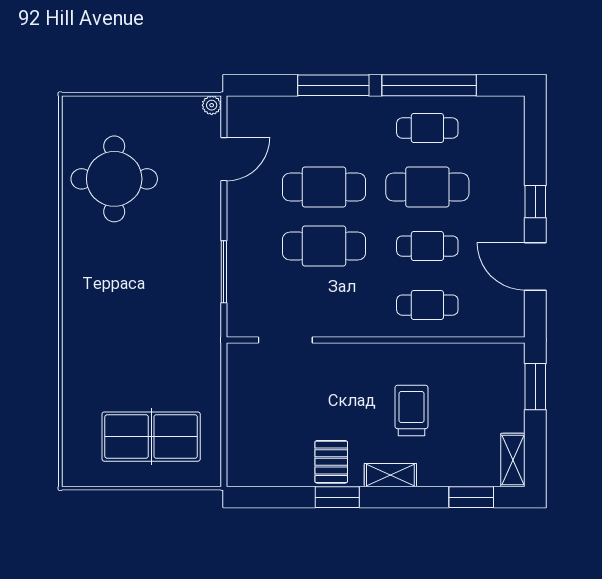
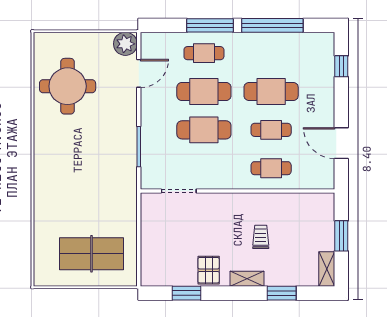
plant: (212, 105) -> (125, 44), width x1.87, depth x1.87
cafe table: (427, 128) -> (204, 53), moved
window: (535, 202) -> (341, 66), moved
window: (535, 387) -> (341, 236), moved
trolley: (411, 411) -> (261, 237), width x0.73, depth x0.72
window: (337, 497) -> (186, 293), moved
window: (471, 497) -> (282, 293), moved

